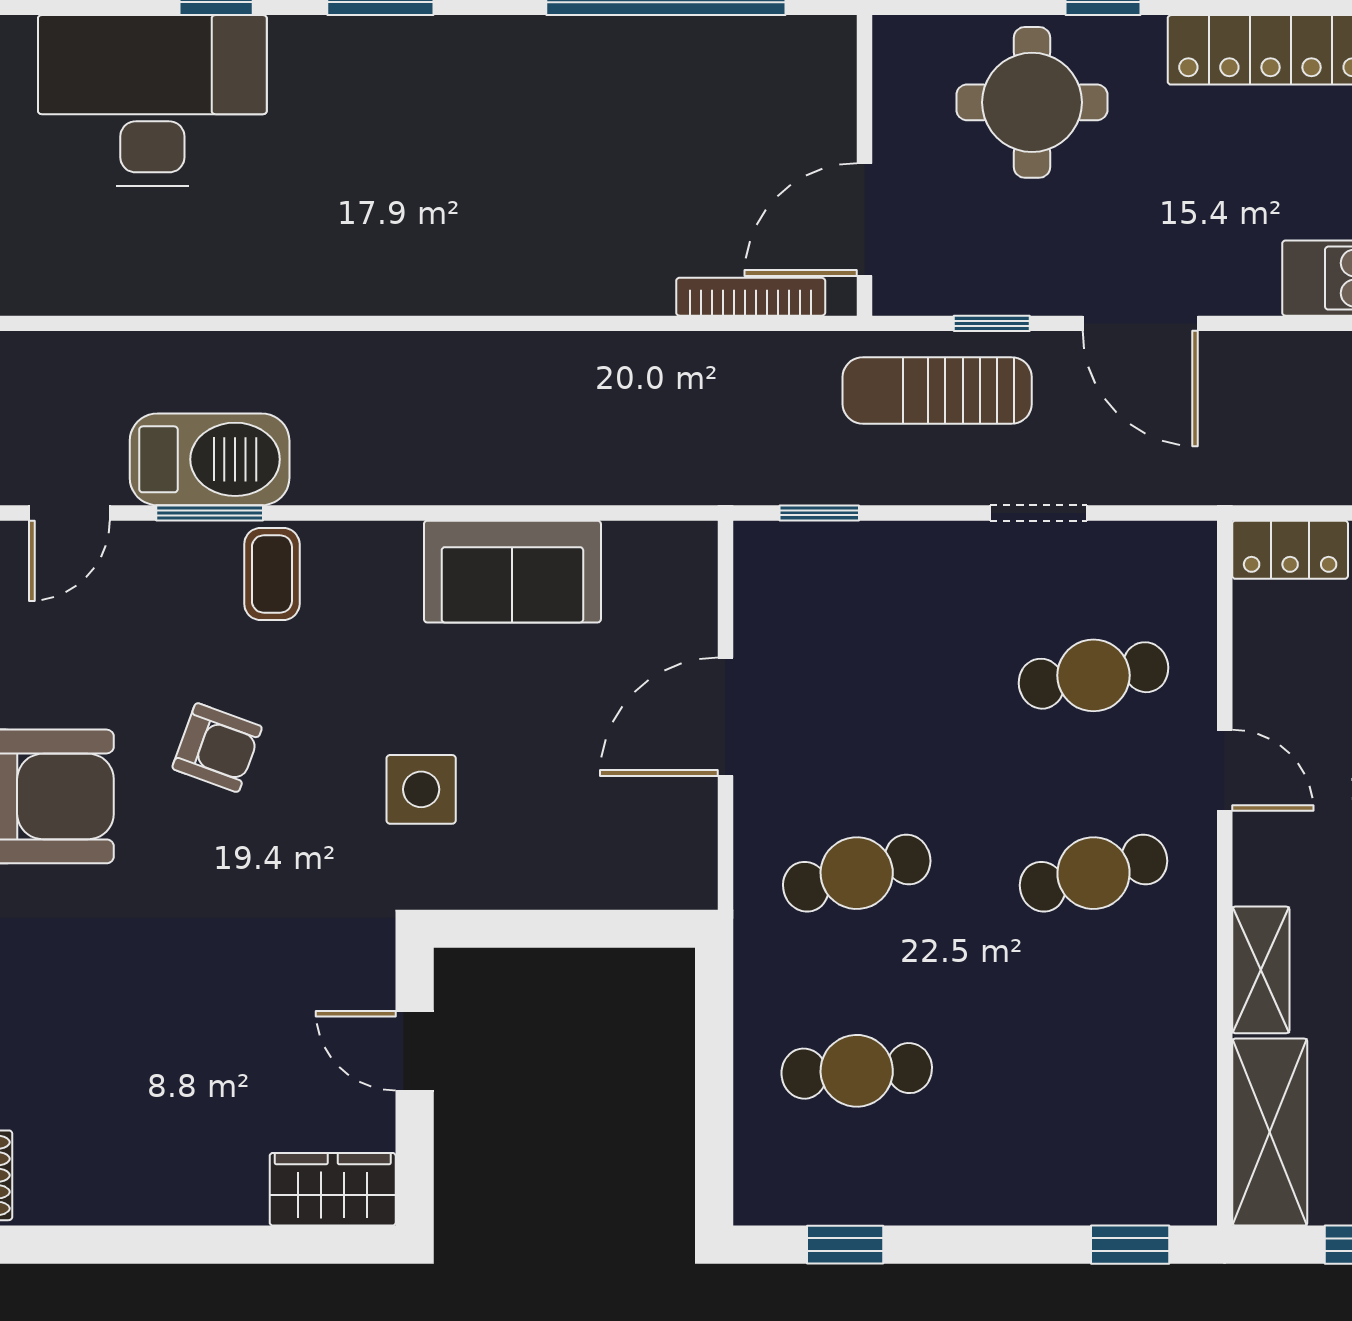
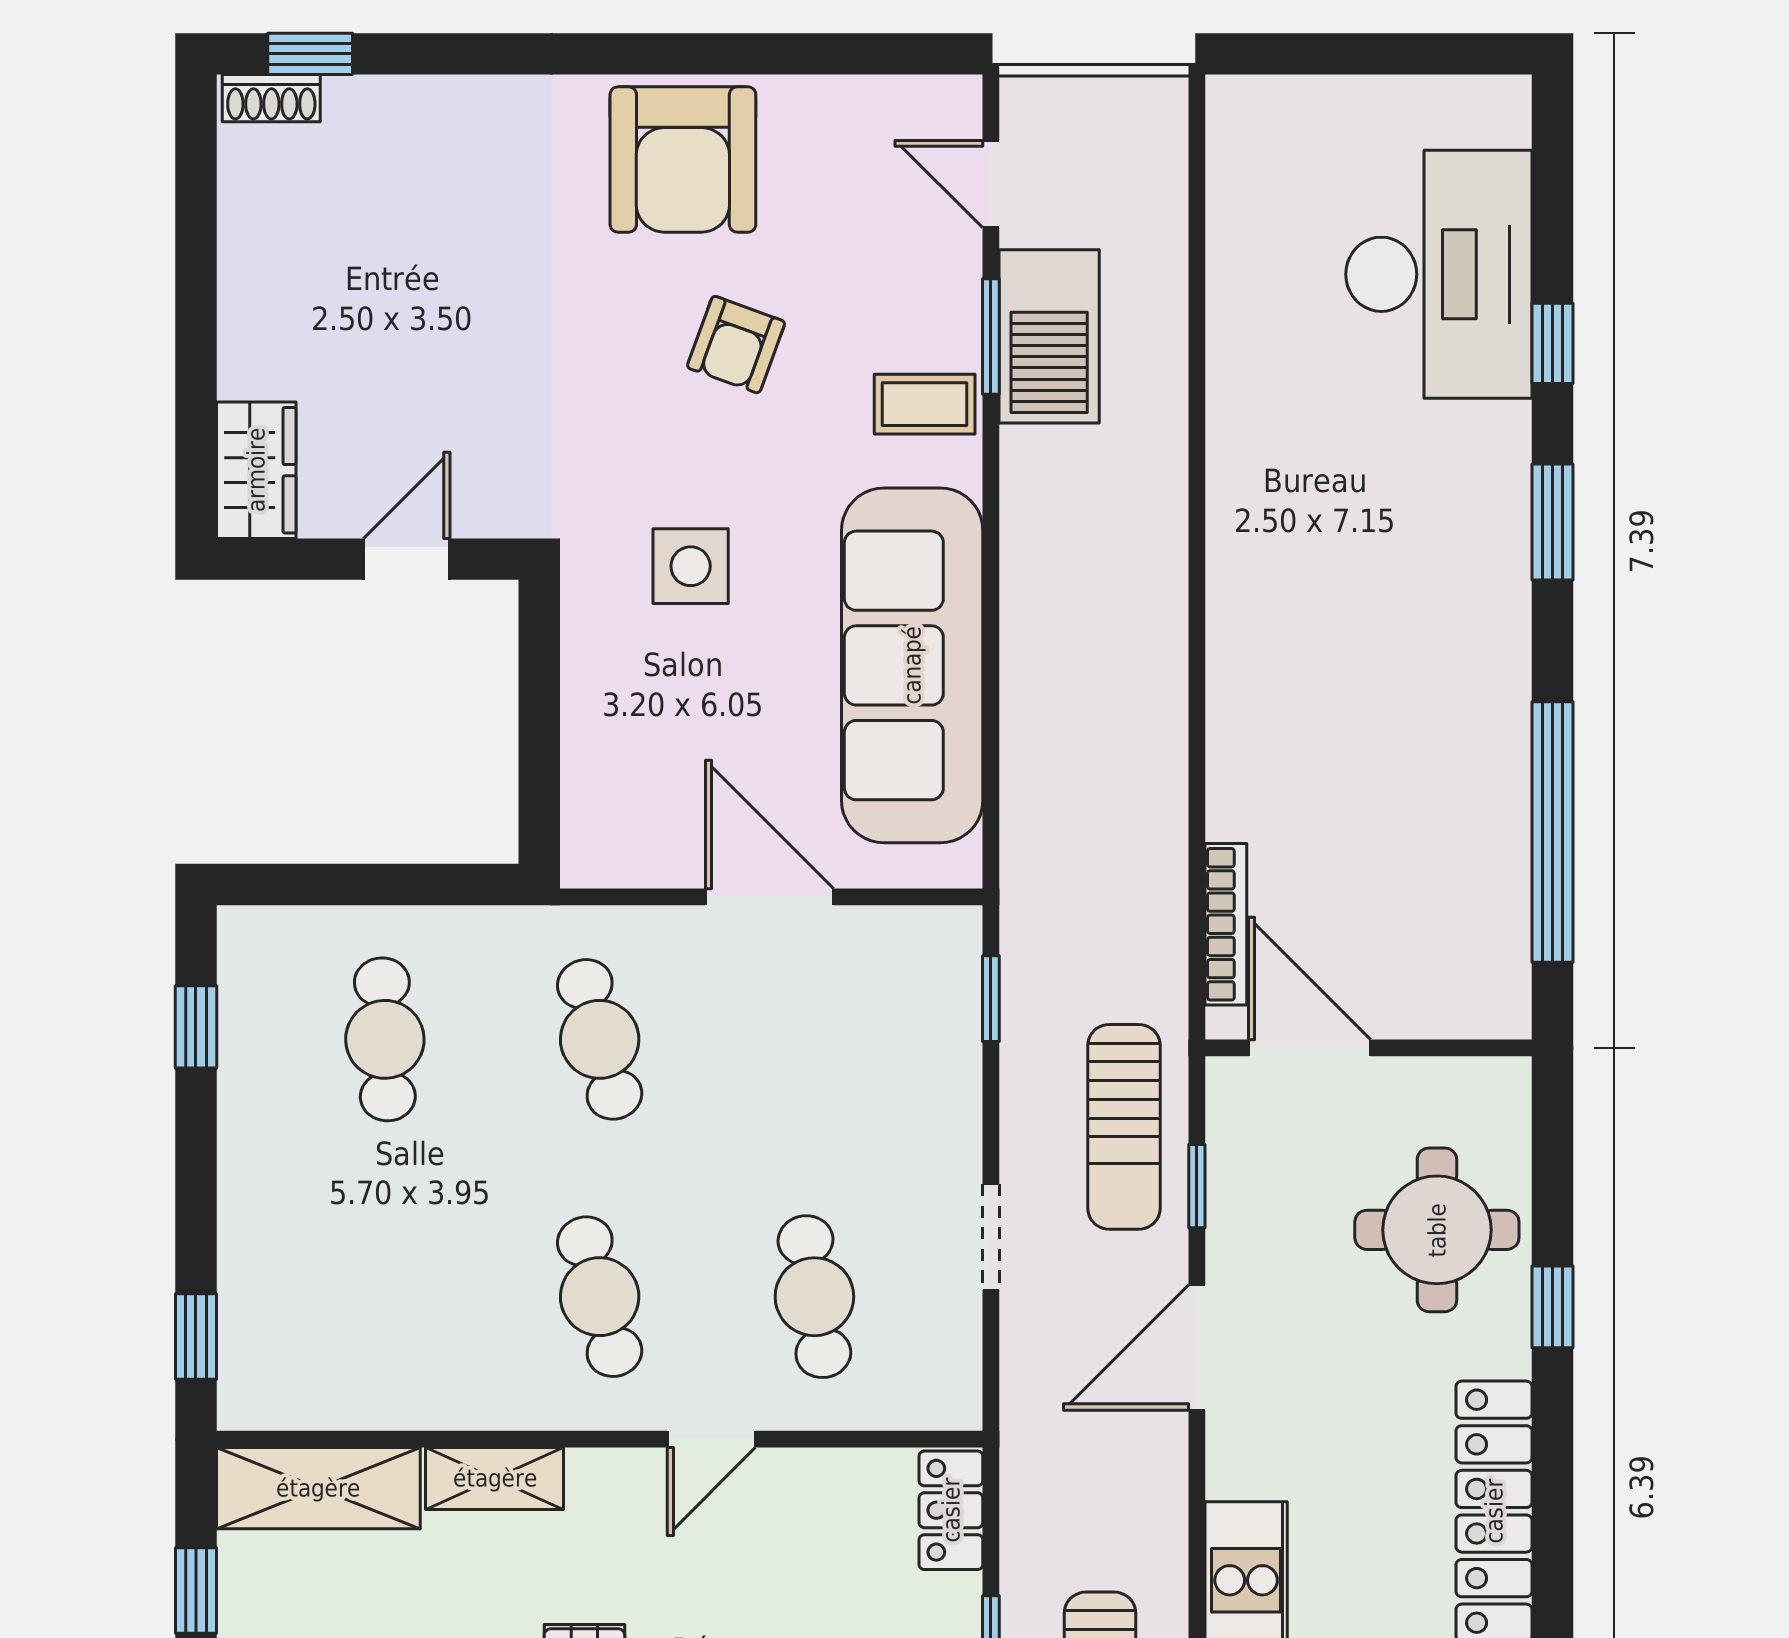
sun lounger: (937, 390) -> (1124, 1127), turned 180
sofa: (512, 572) -> (912, 665), width x1.85, depth x1.27

